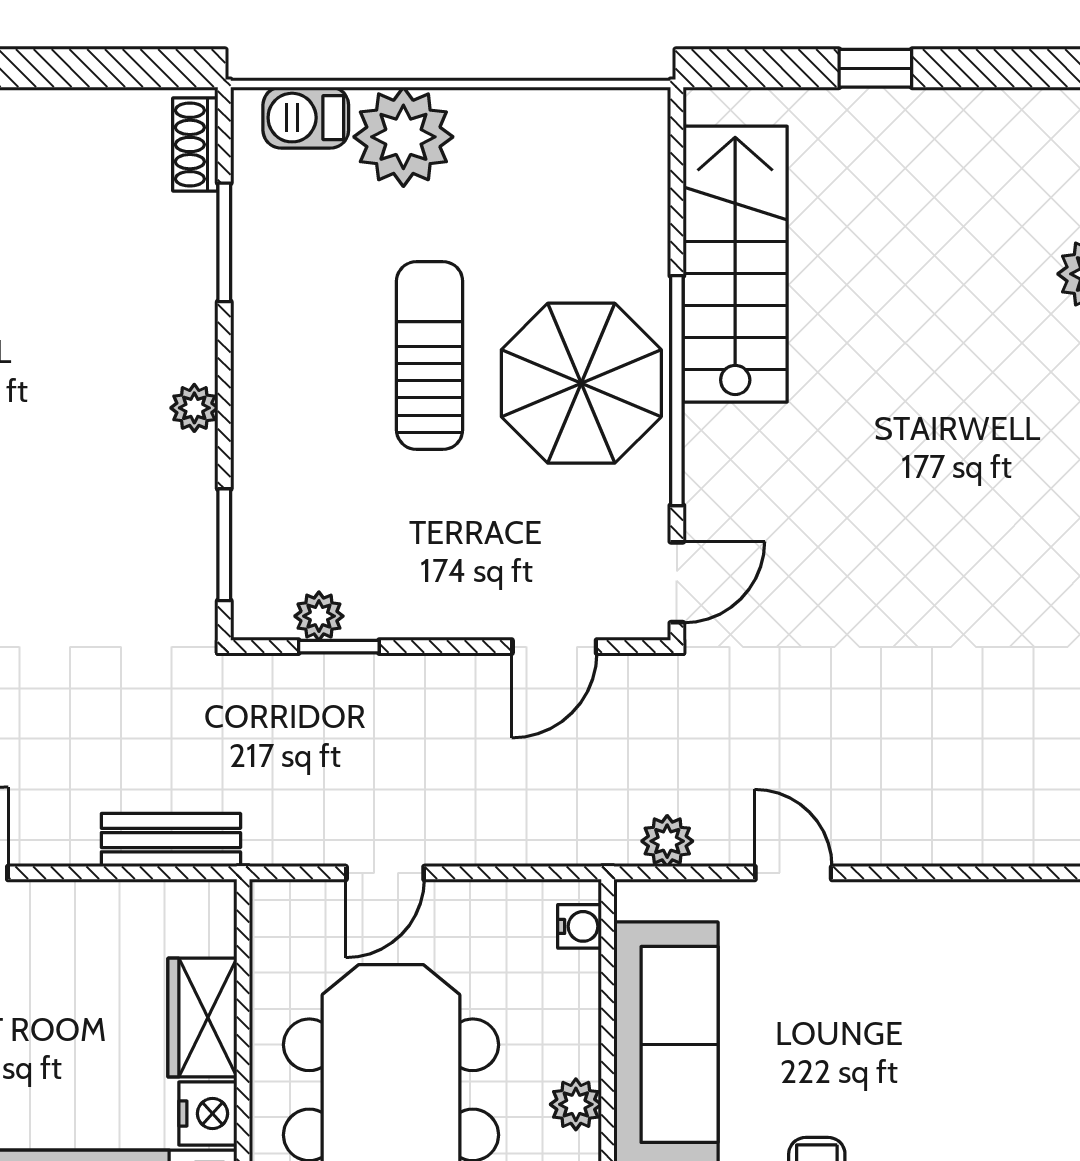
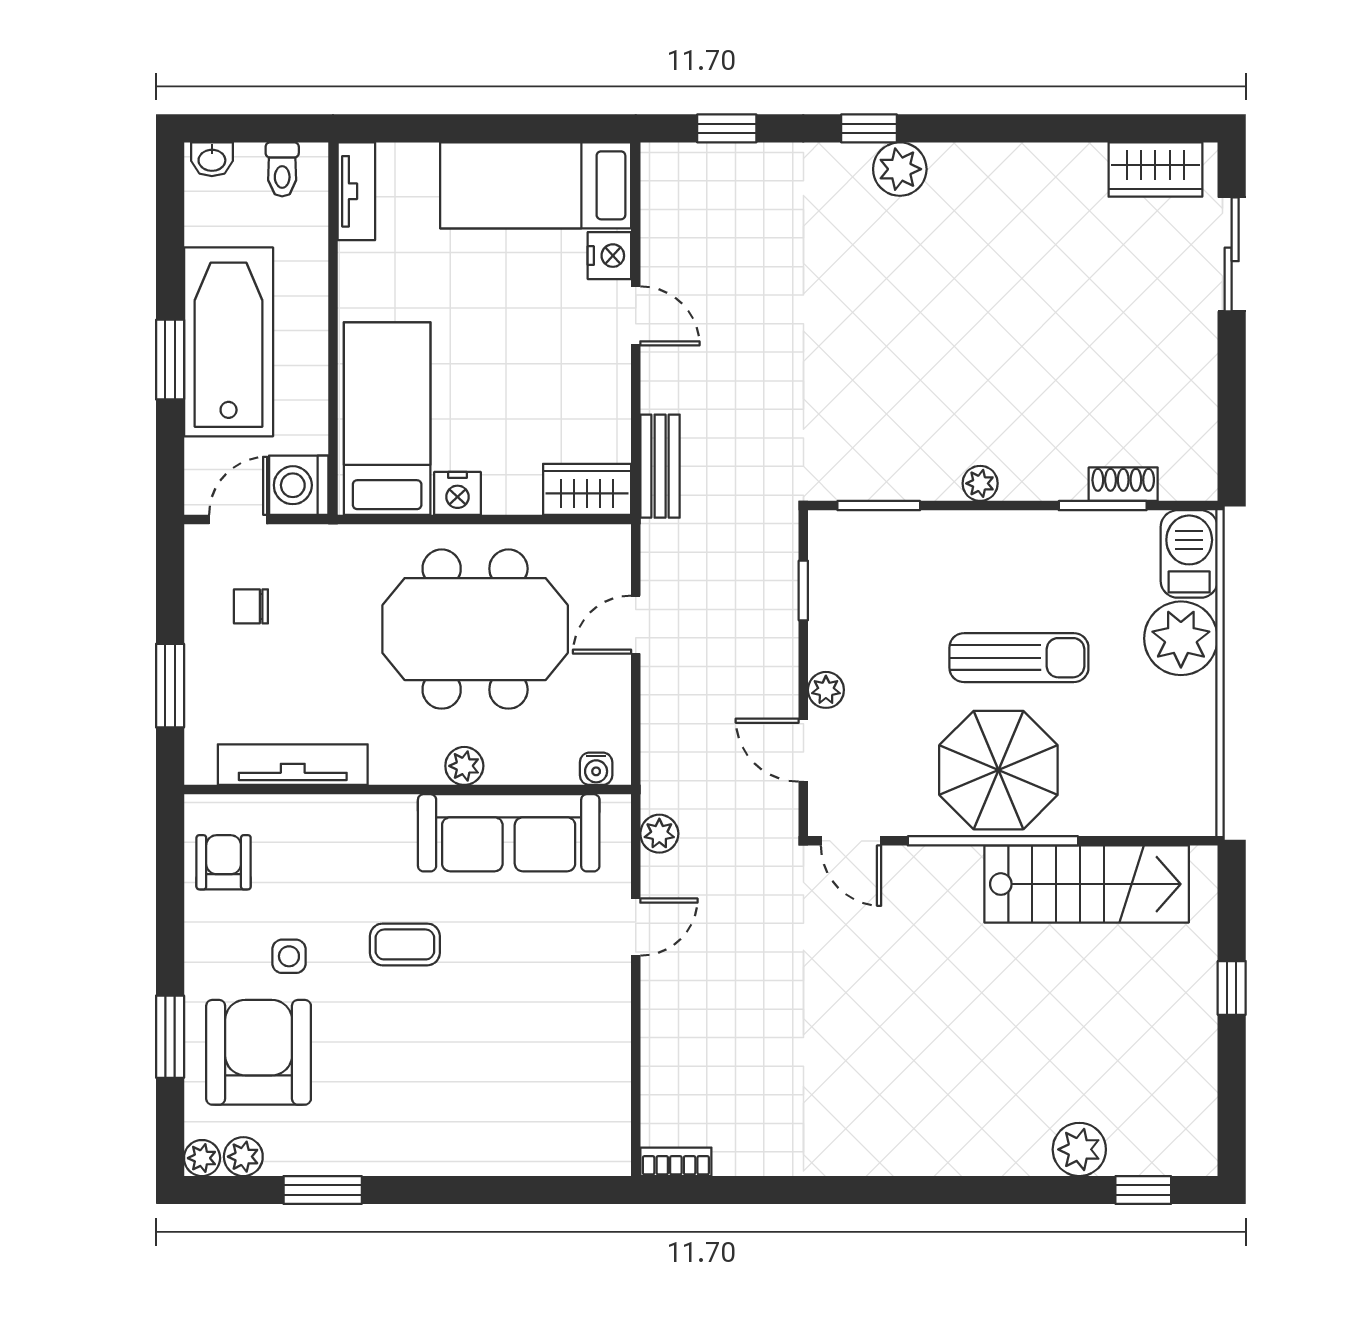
barbecue: (306, 118) -> (1189, 554), width x1.38, depth x1.27
shoe rack: (195, 145) -> (1123, 484), moved
plant: (319, 616) -> (826, 690), moved
door: (385, 873) -> (636, 625), hinge flipped
wardrobe: (202, 1018) -> (587, 489), moved

